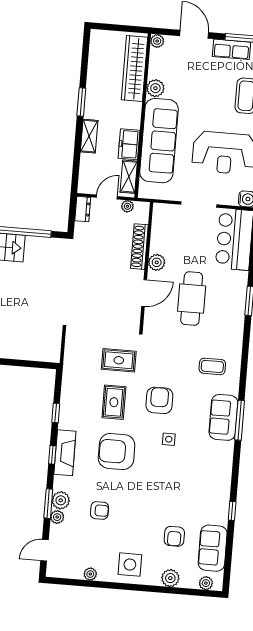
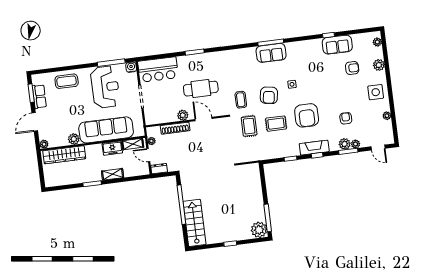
coffee table: (212, 366) -> (241, 100), moved
armchair: (159, 400) -> (269, 95), turned -81
sofa: (213, 548) -> (337, 45), moved

